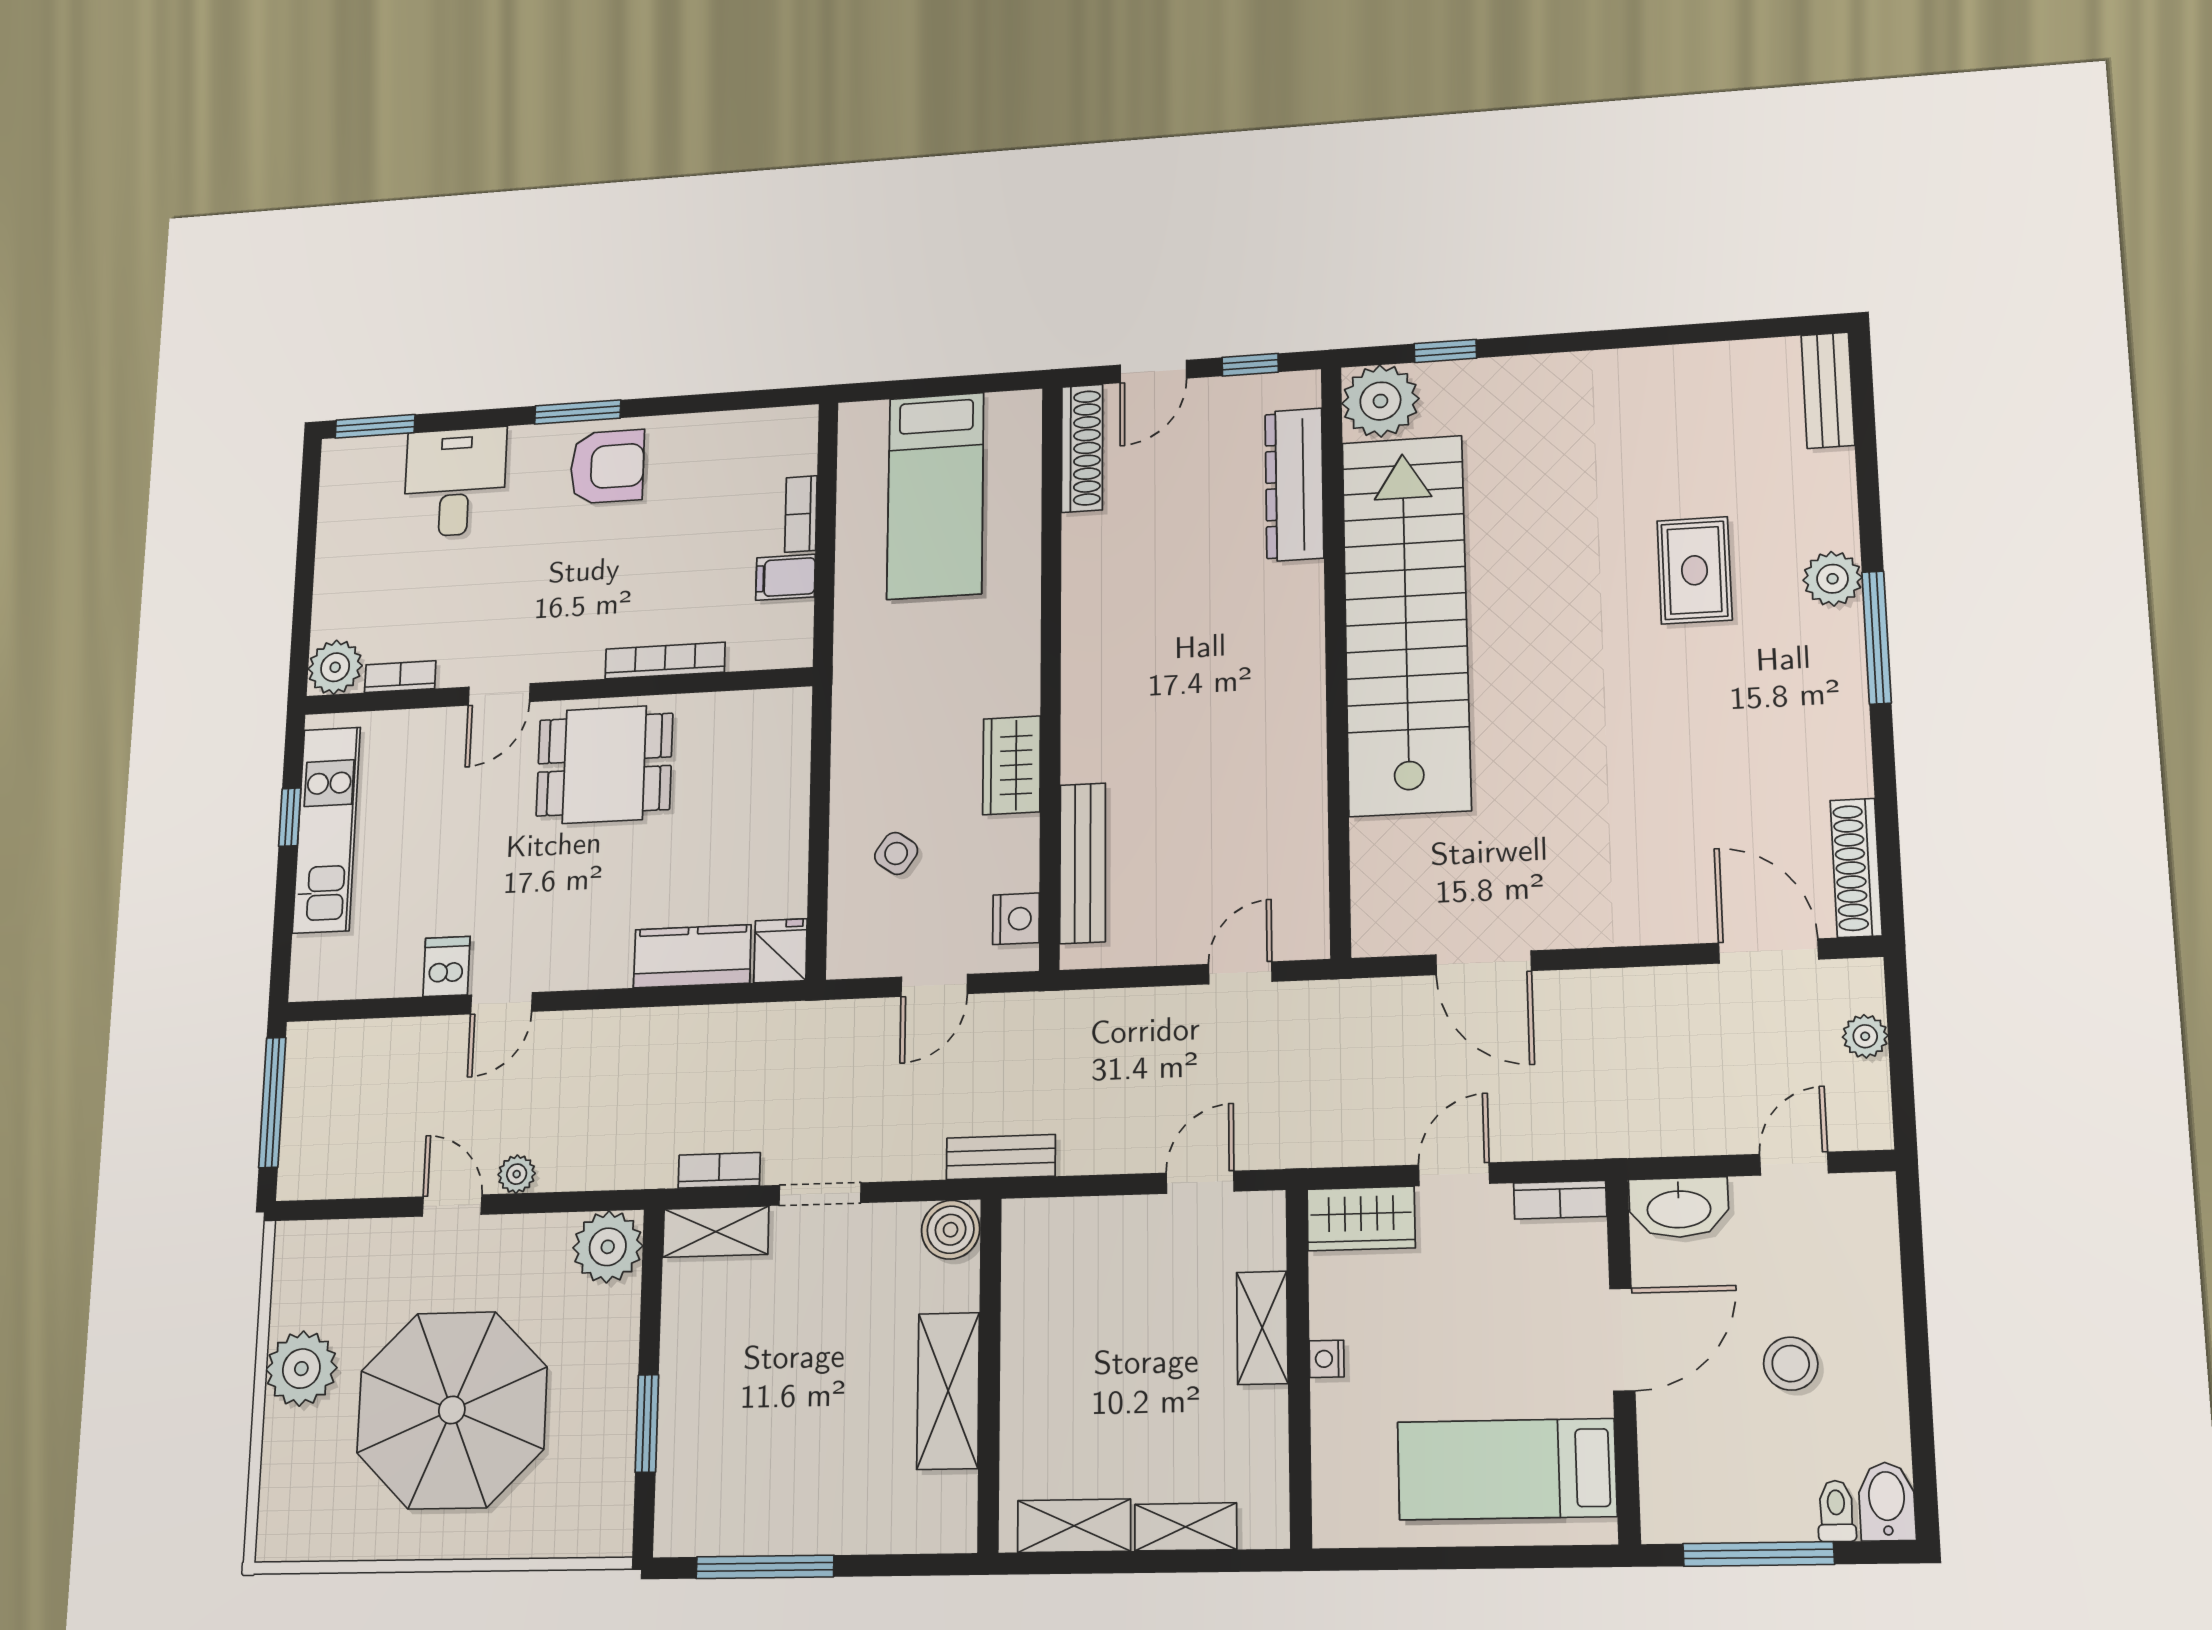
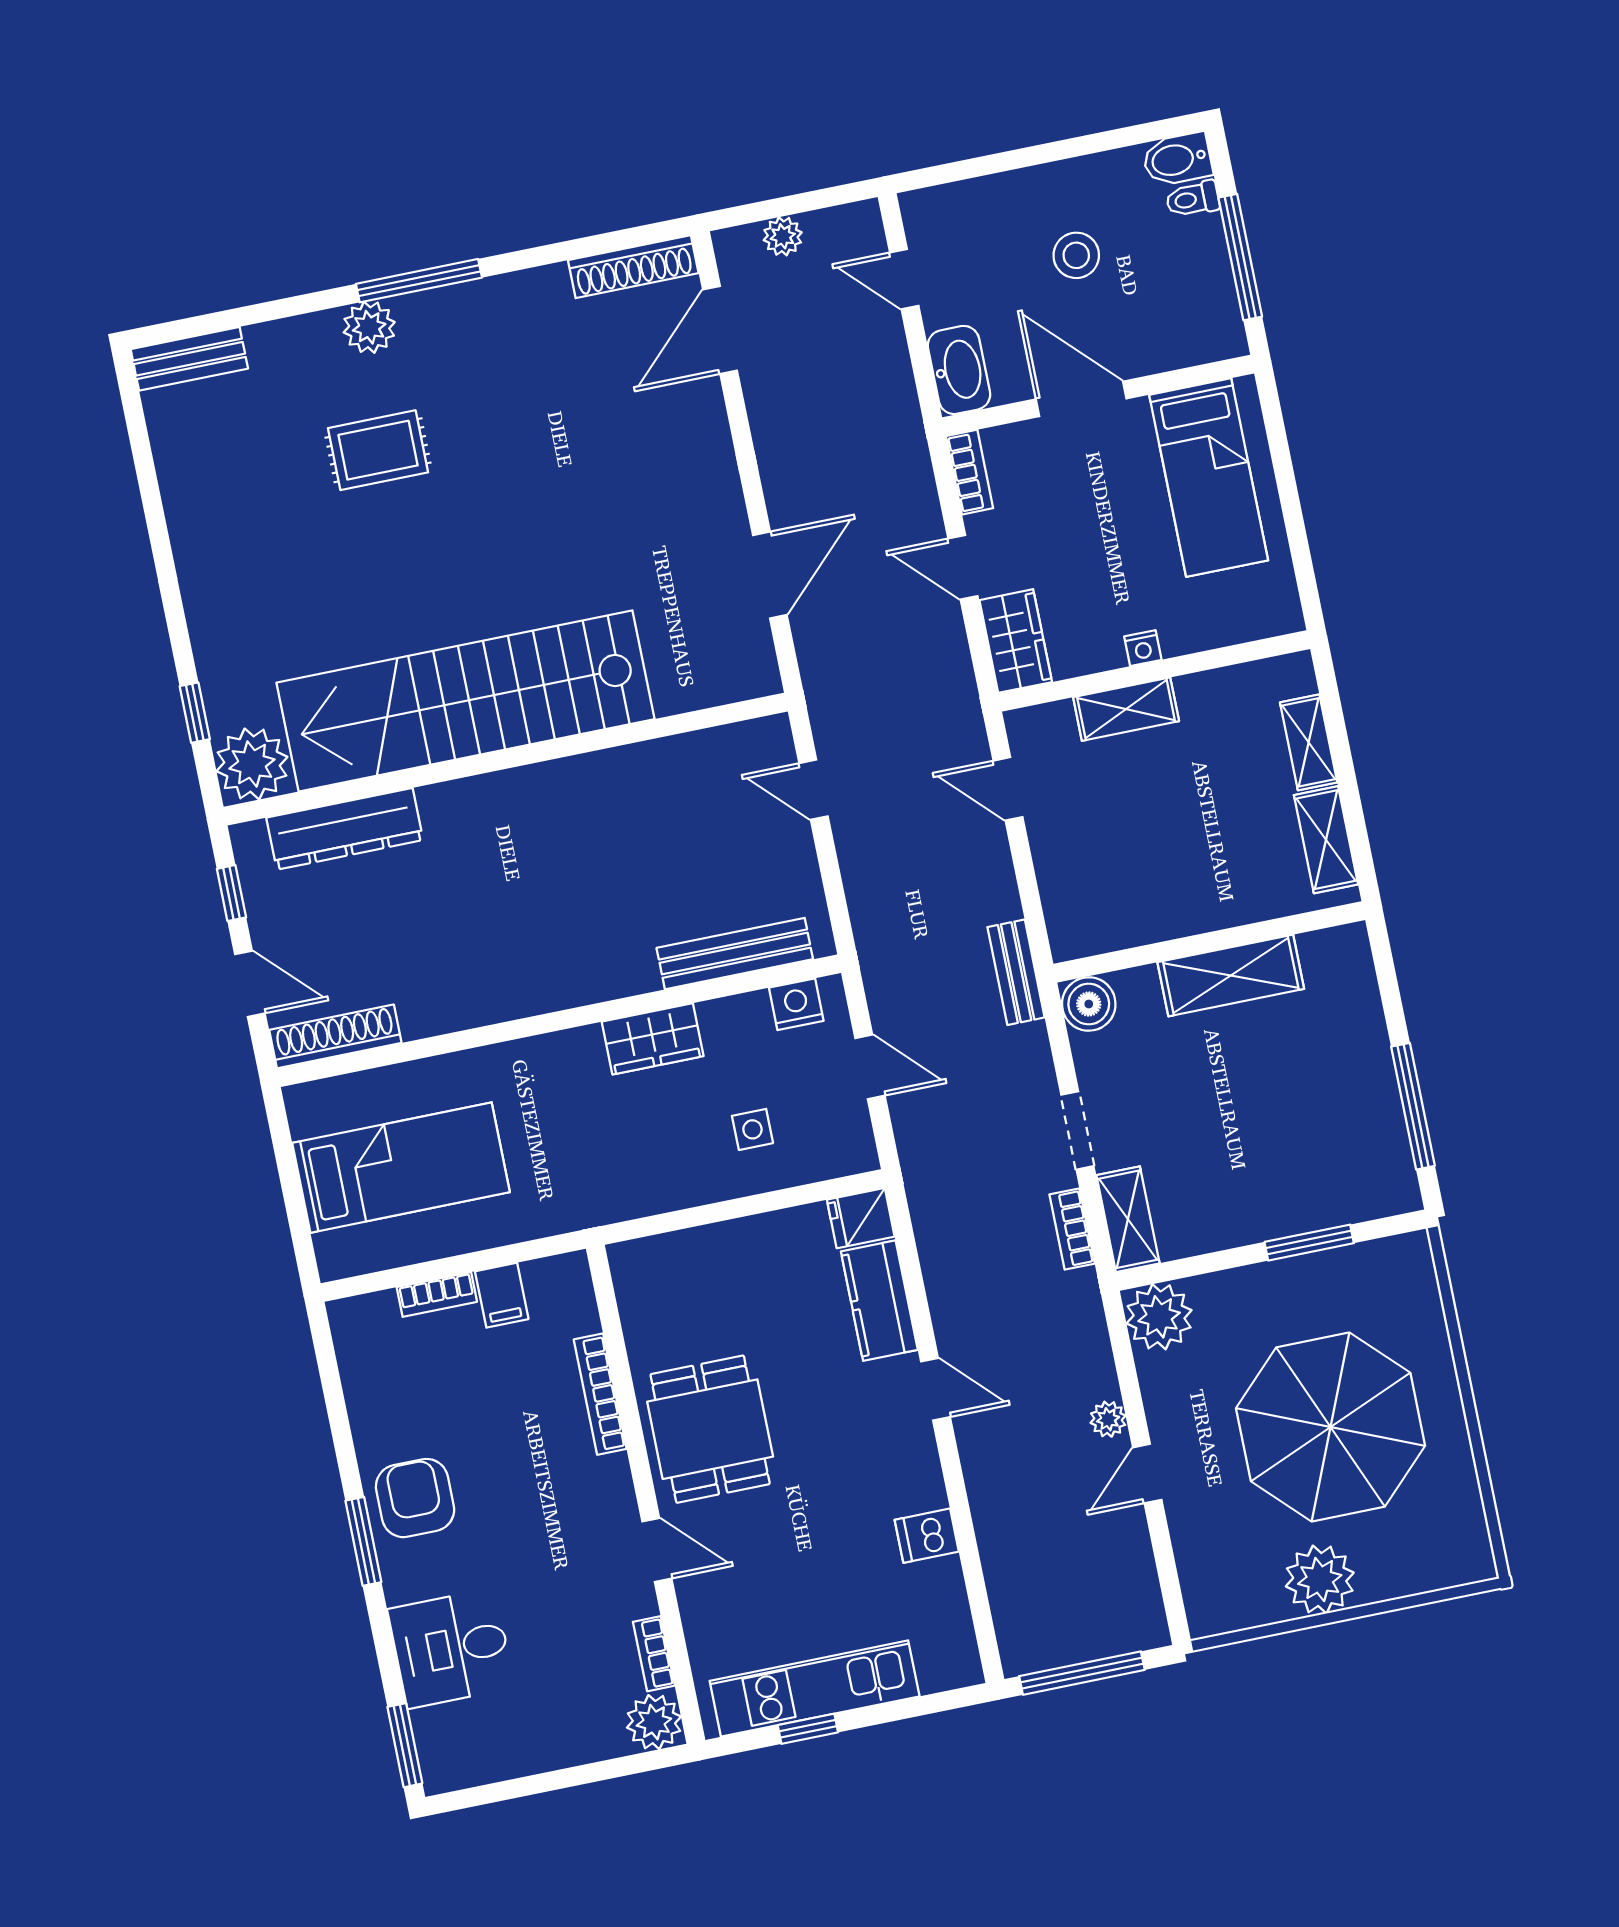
side table: (896, 853) -> (752, 1129), turned -35
door: (501, 1003) -> (936, 1389), moved

